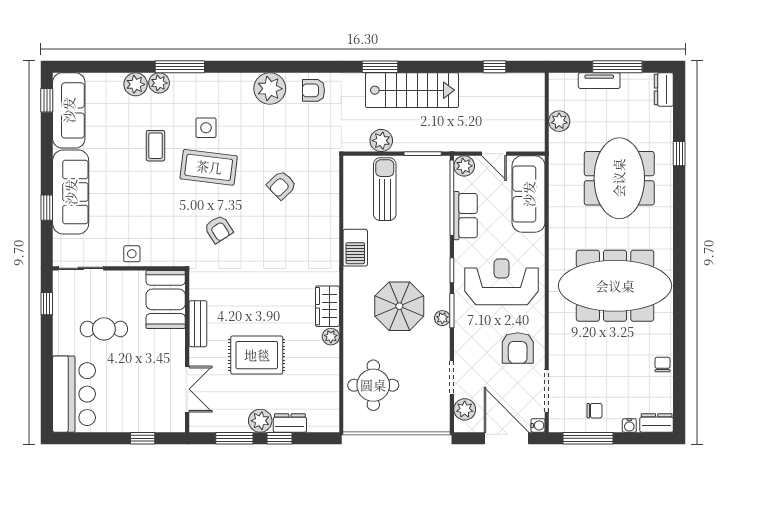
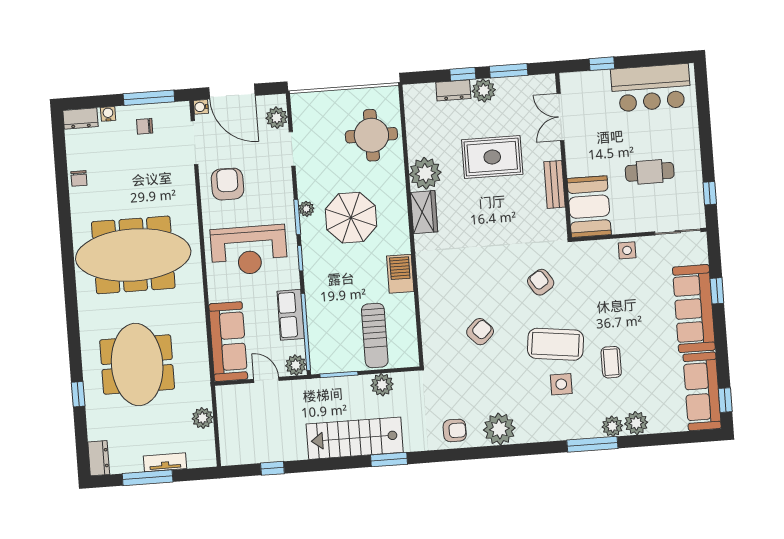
plant: (331, 337) -> (425, 173), width x1.87, depth x1.87
bar counter: (74, 394) -> (651, 88), moved, turned -90

